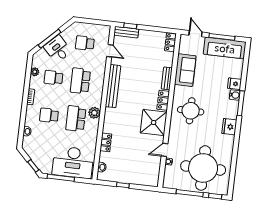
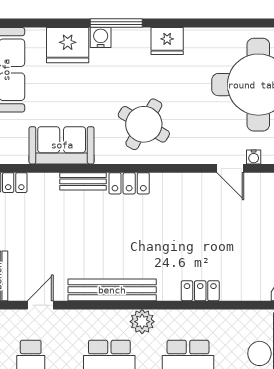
fridge: (235, 84) -> (68, 45), width x1.88, depth x1.34
round table: (191, 111) -> (144, 124), turned 30
plant: (94, 113) -> (142, 322), moved
shower: (154, 122) -> (177, 197), removed
locker: (106, 142) -> (200, 291), moved

